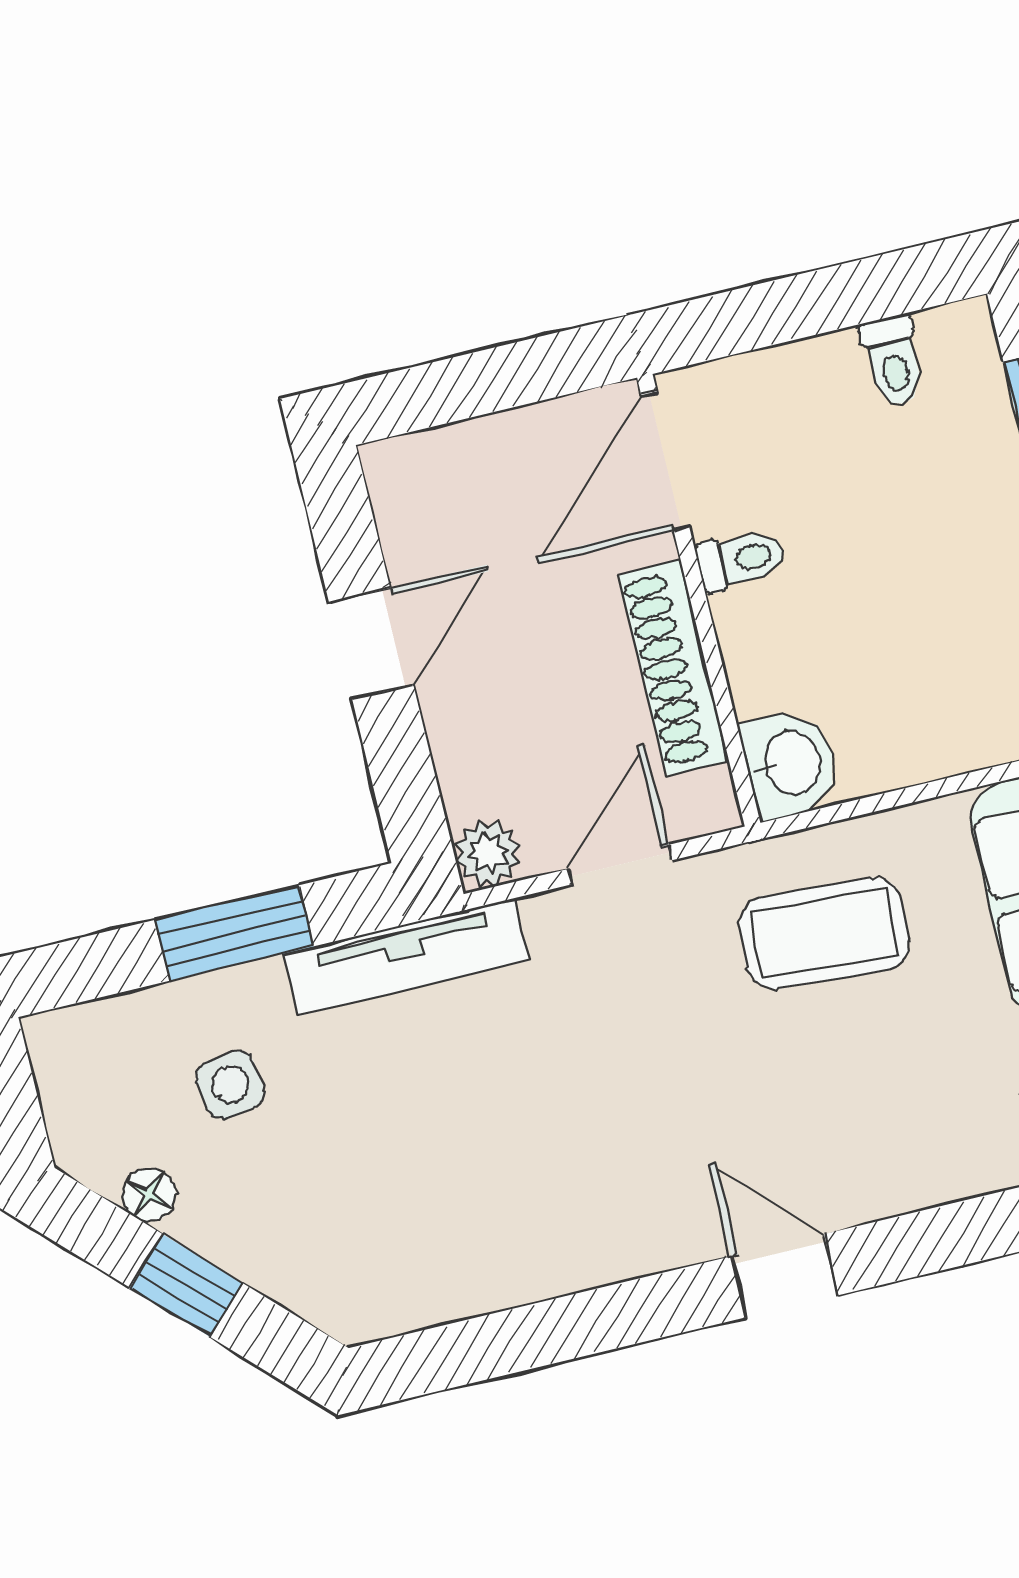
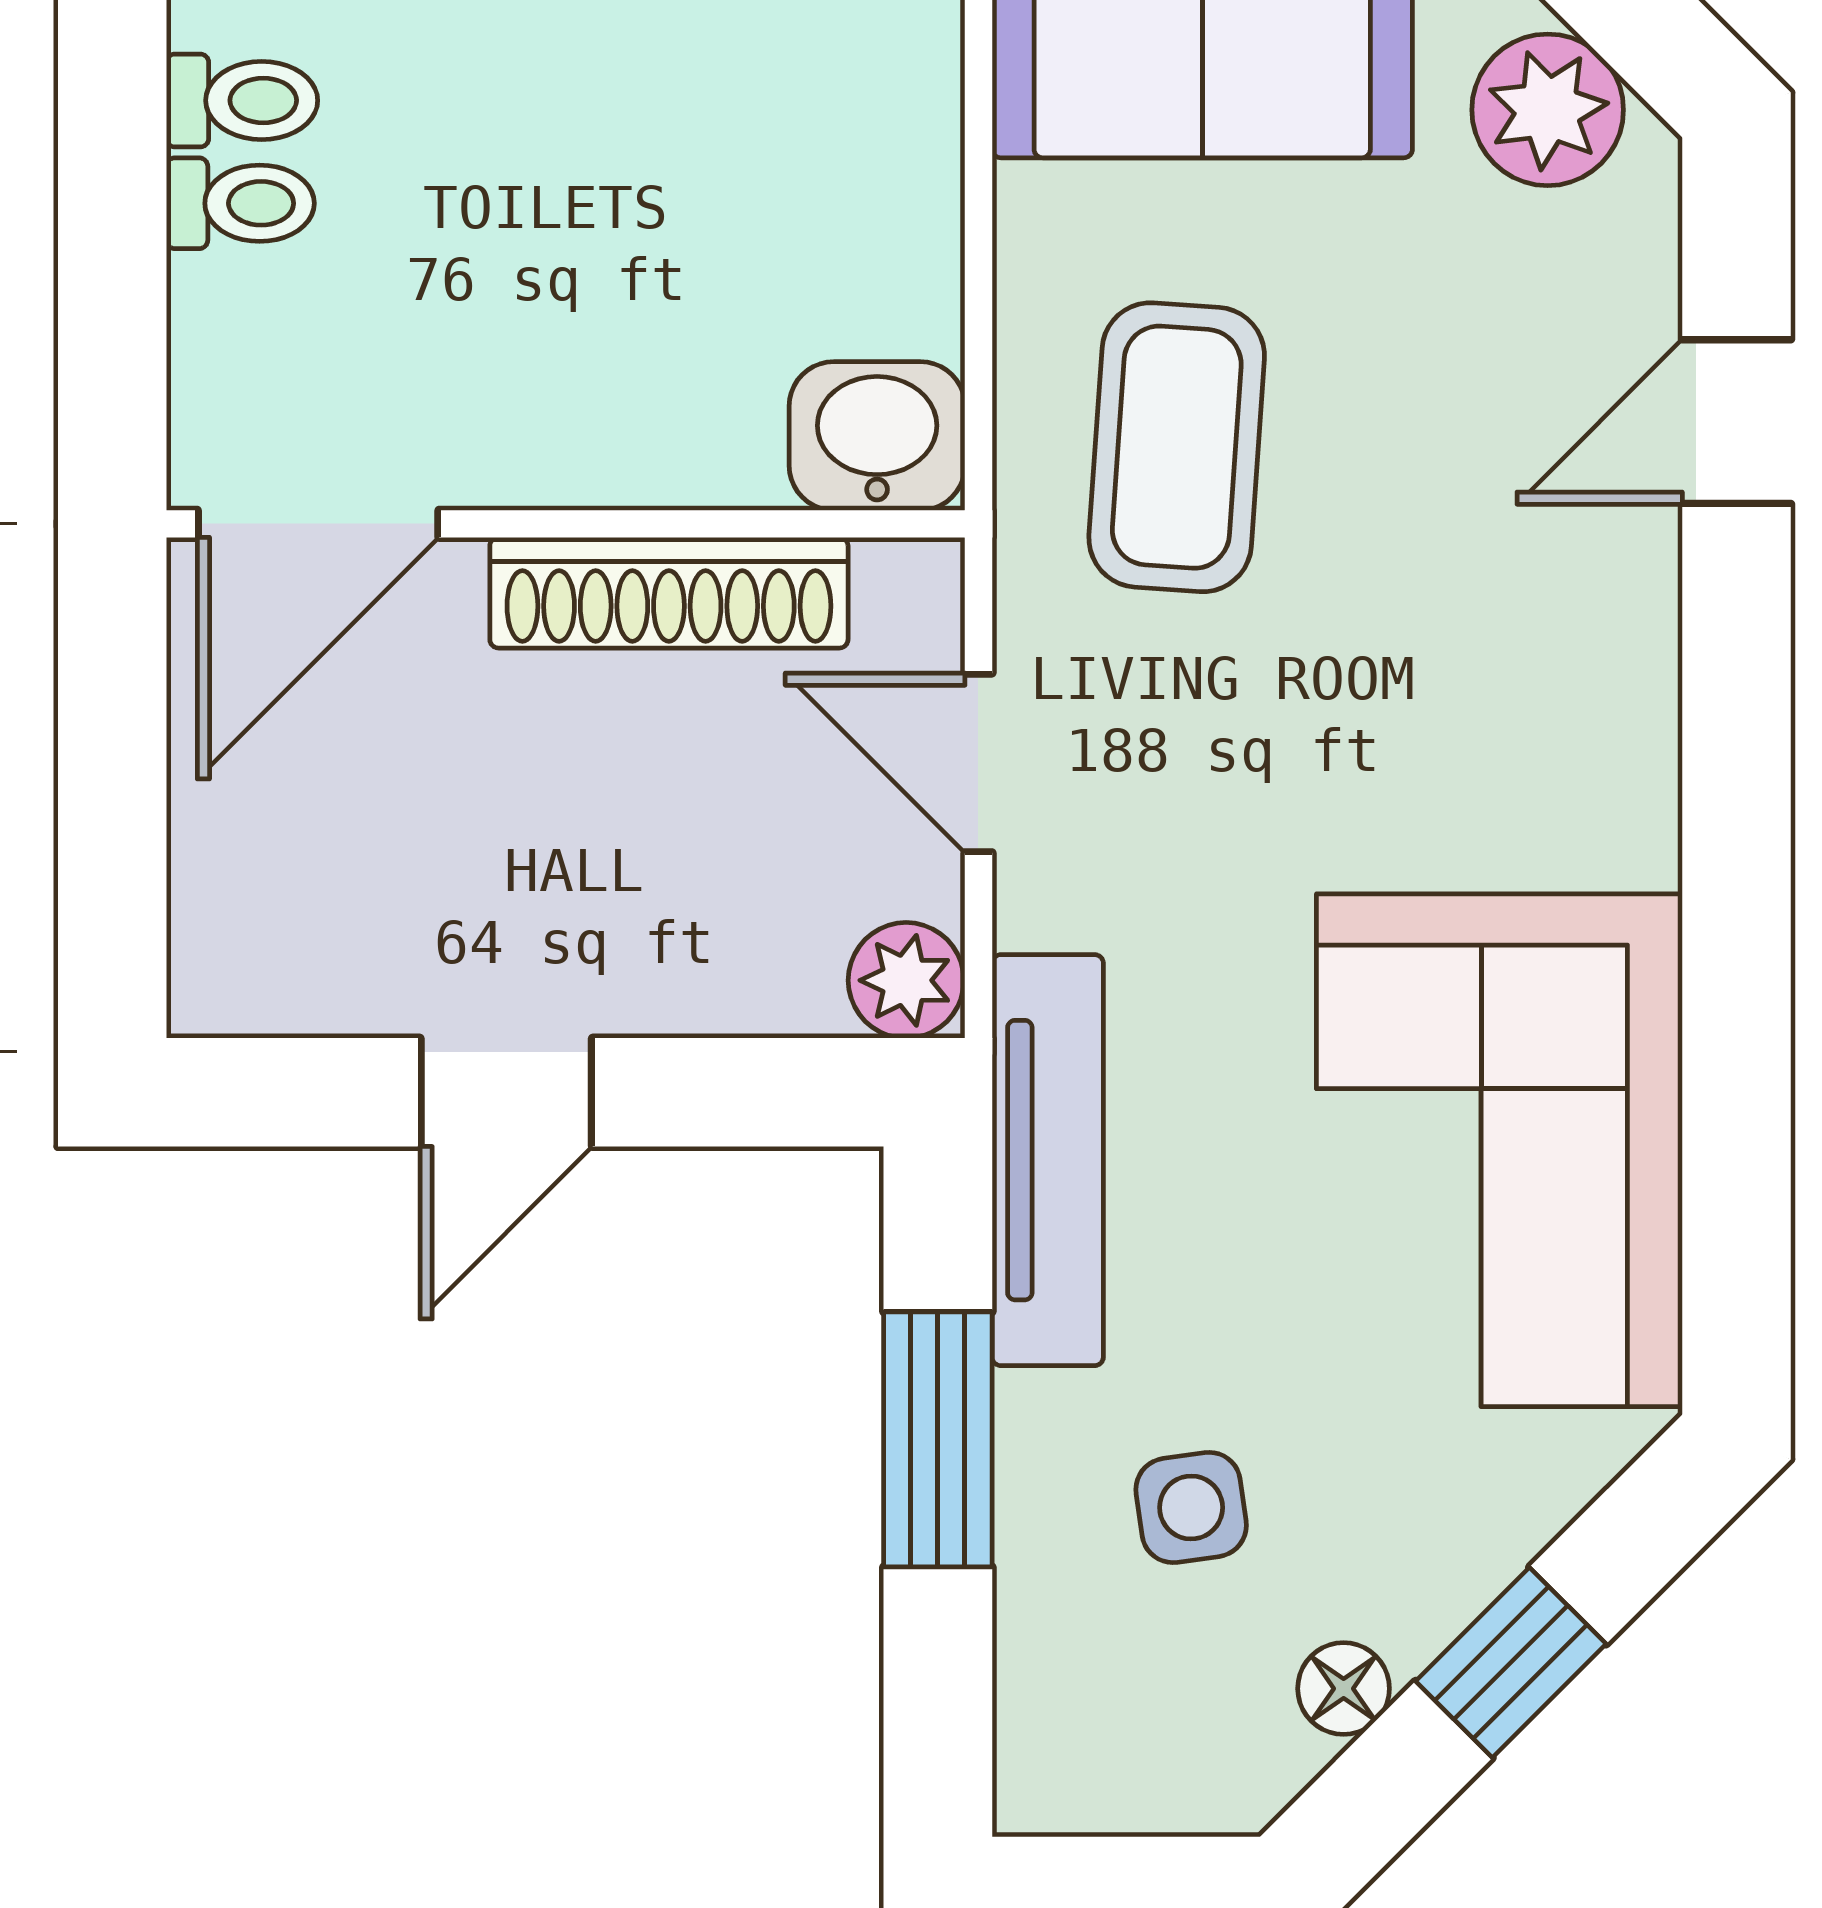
door: (665, 461) -> (318, 524), hinge flipped
toilet: (741, 560) -> (240, 203), moved, turned 90
door: (371, 644) -> (506, 1092), swing flipped
corner sofa: (473, 1210) -> (1499, 1150), added
door: (785, 1276) -> (1736, 422), moved

